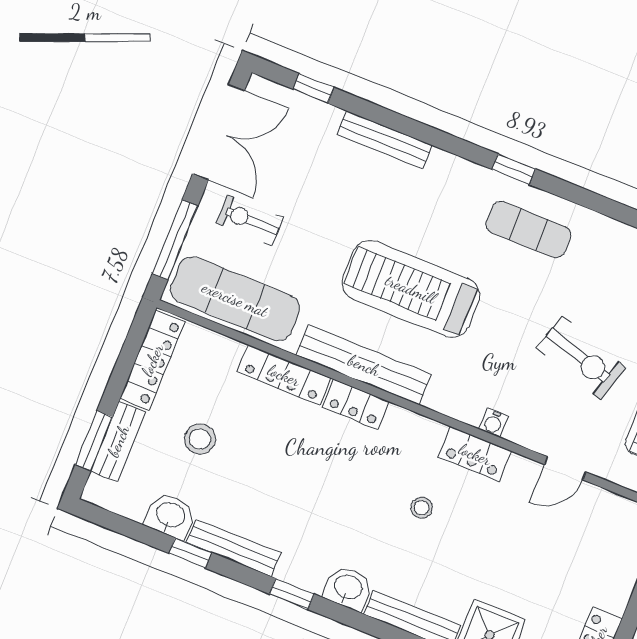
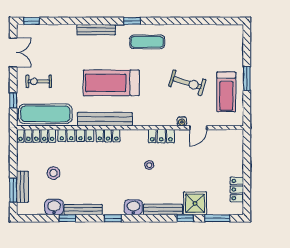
window: (313, 88) -> (32, 21), moved
double door: (219, 132) -> (13, 52), width x0.73
bench: (385, 140) -> (96, 30), moved
window: (175, 240) -> (13, 100), width x0.46
locker: (152, 360) -> (36, 136), moved, turned 90
water cooler: (493, 423) -> (182, 121), moved

